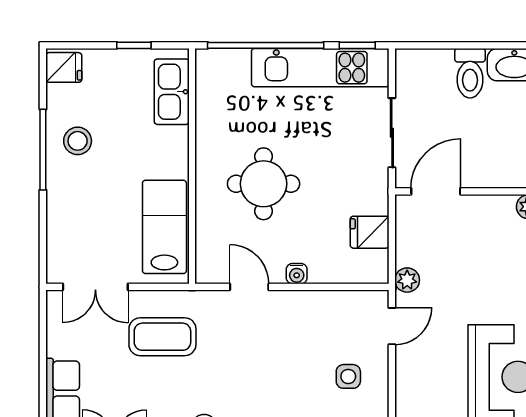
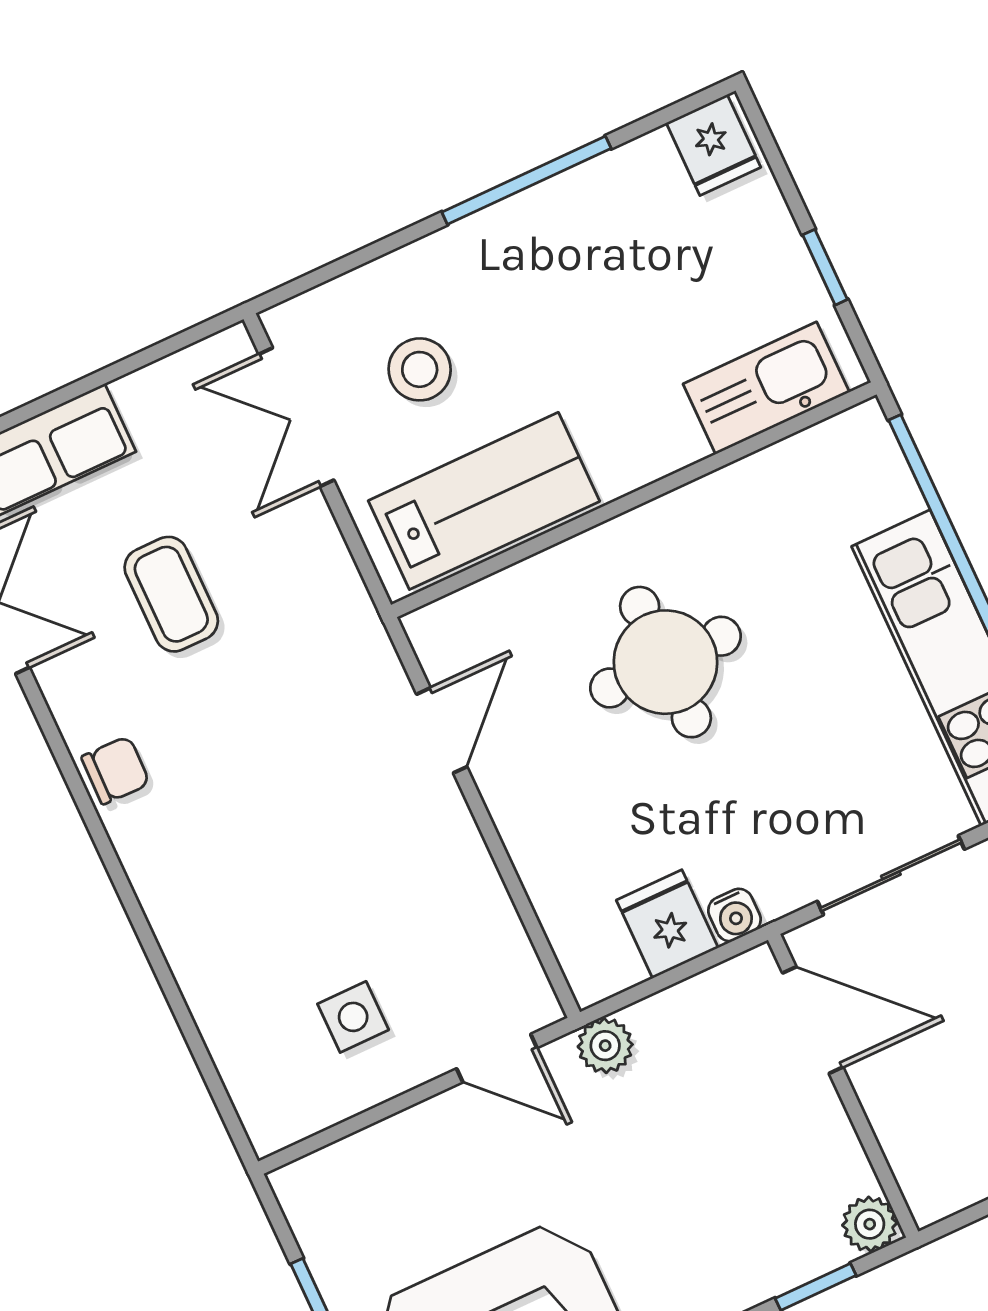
stool: (78, 141) -> (420, 369), moved
water cooler: (297, 274) -> (734, 915), moved, turned -90
coffee table: (162, 337) -> (171, 594), moved, width x0.73, depth x0.77

